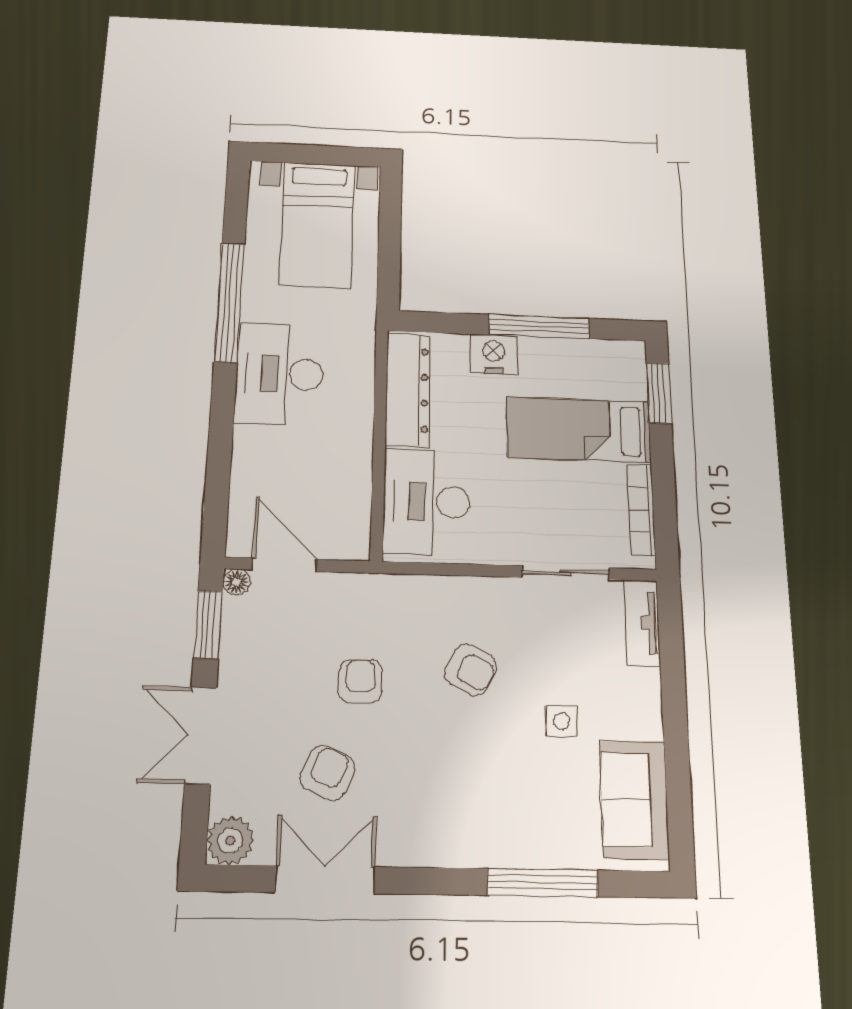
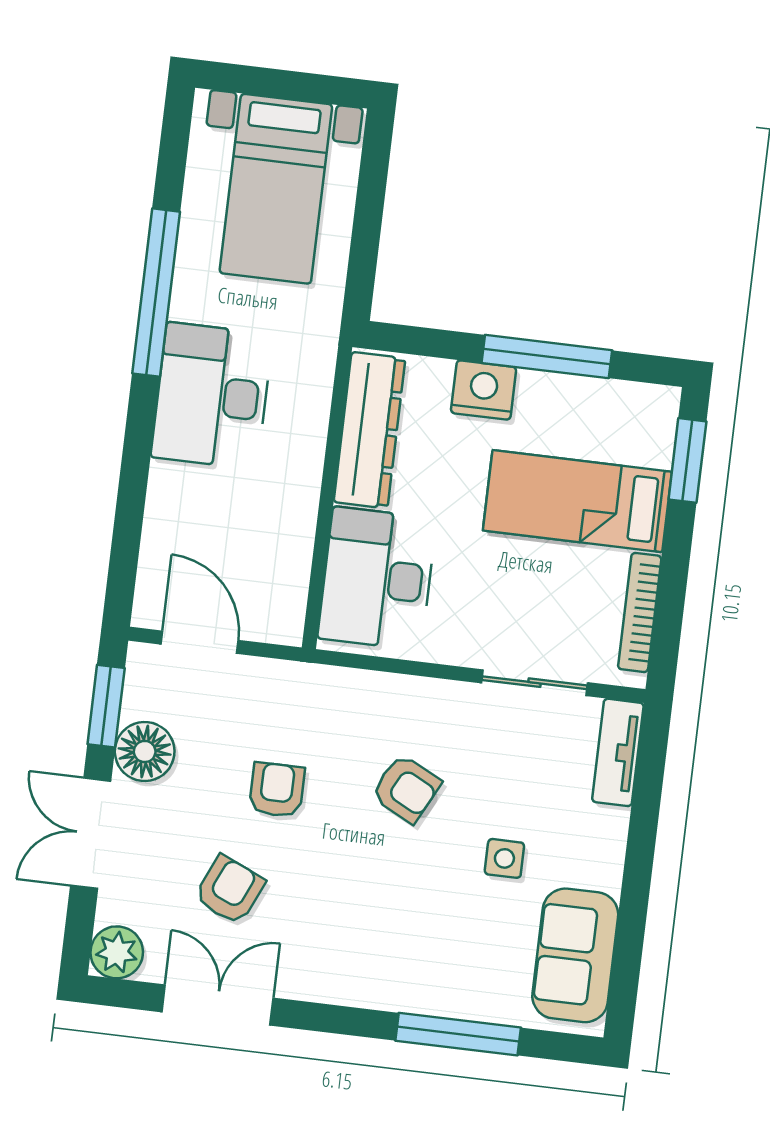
floor lamp: (236, 582) -> (145, 751), moved, width x1.89, depth x1.89

